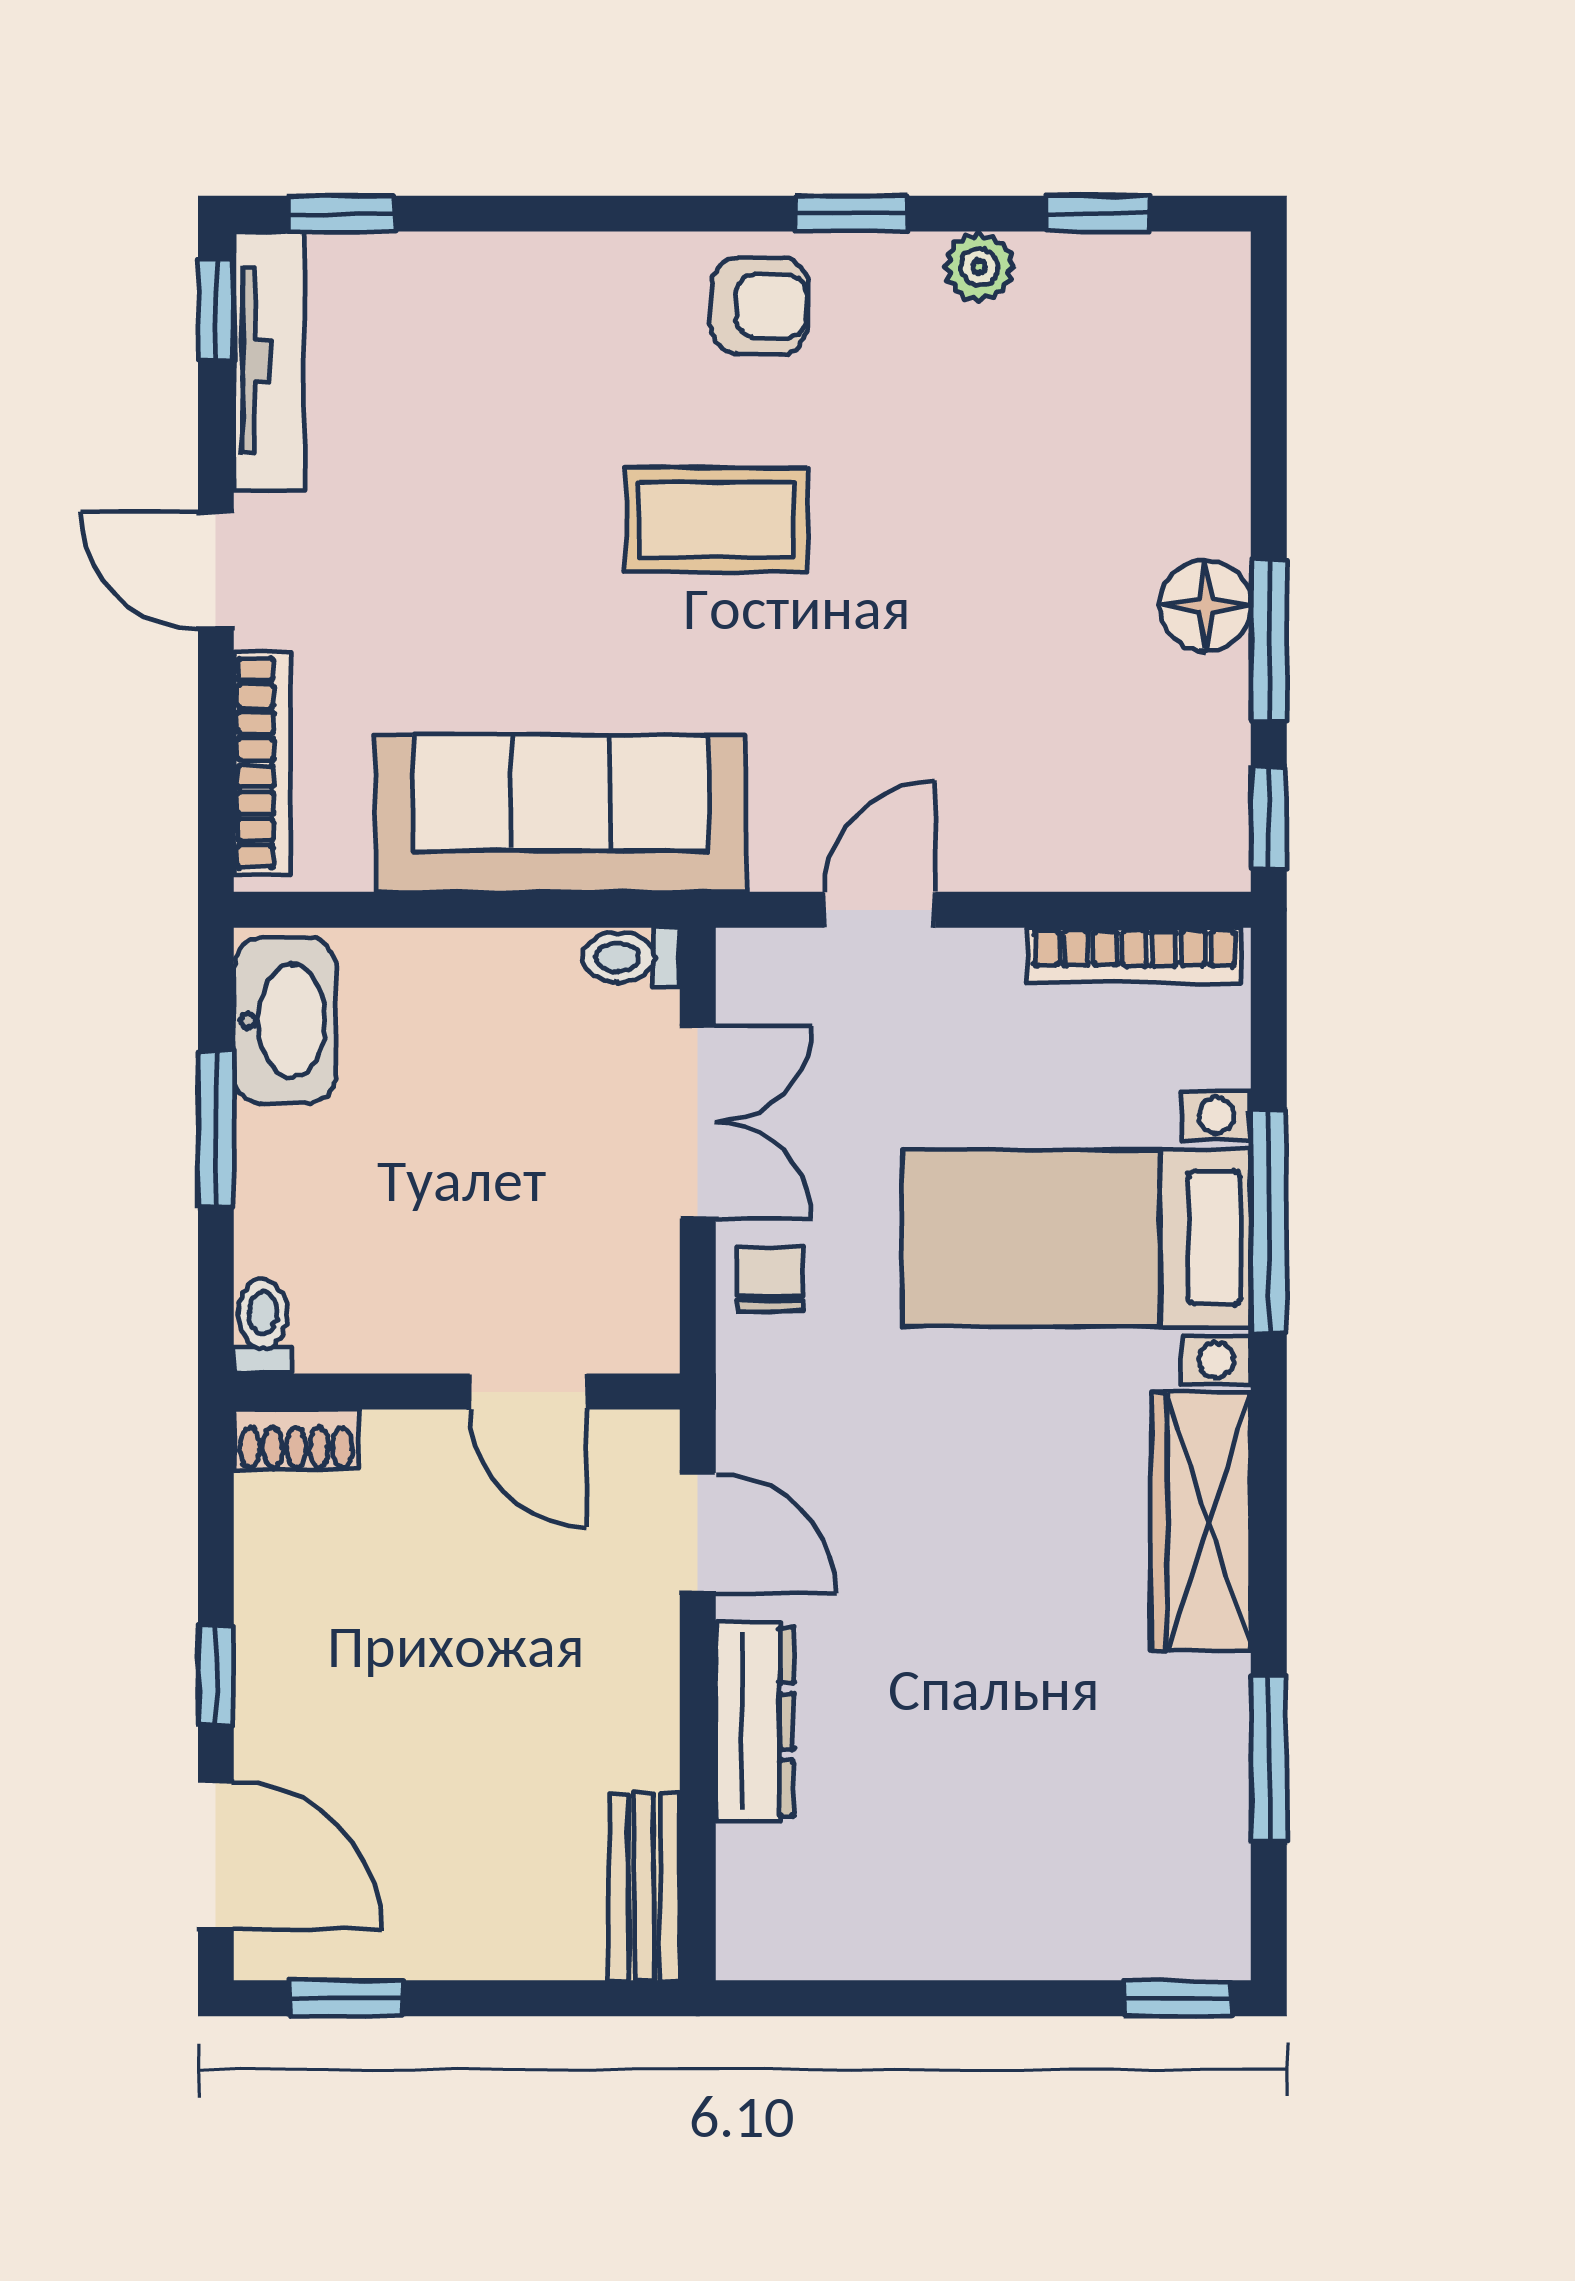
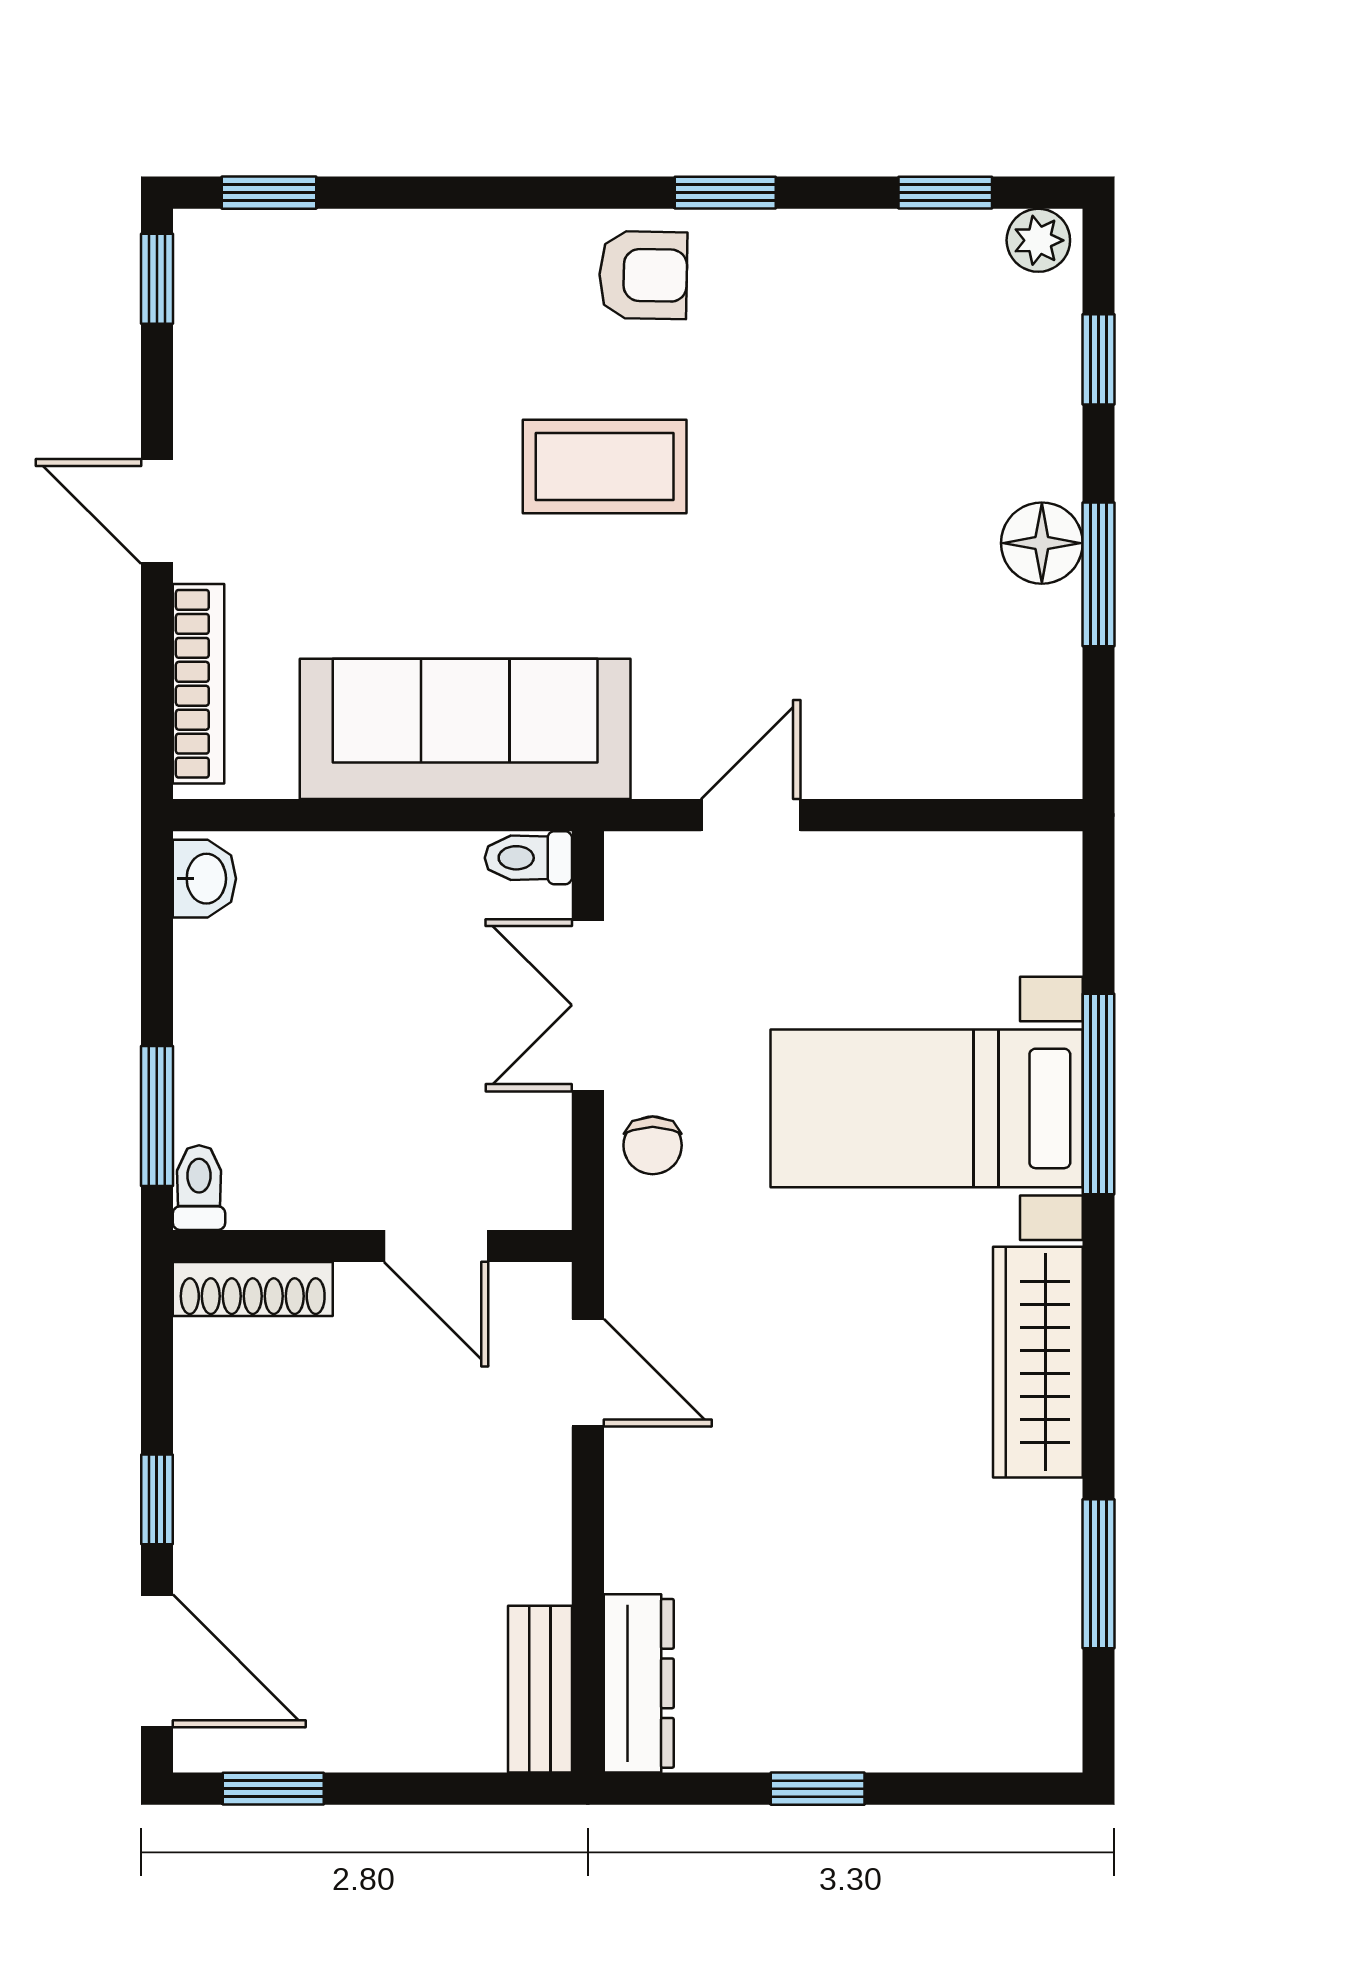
plant: (979, 267) -> (1038, 240), moved
tv unit: (269, 361) -> (204, 324), removed
window: (1269, 817) -> (1099, 359), moved
bookcase: (1135, 955) -> (979, 855), removed
washbasin: (285, 1021) -> (204, 879), width x0.52, depth x0.69
double door: (698, 1122) -> (588, 1005), swing flipped
window: (216, 1129) -> (157, 1116), moved
chair: (770, 1279) -> (653, 1145), turned 180
shoe rack: (296, 1440) -> (253, 1289), width x1.43
dresser: (755, 1722) -> (639, 1683), moved
window: (1178, 1998) -> (818, 1789), moved

